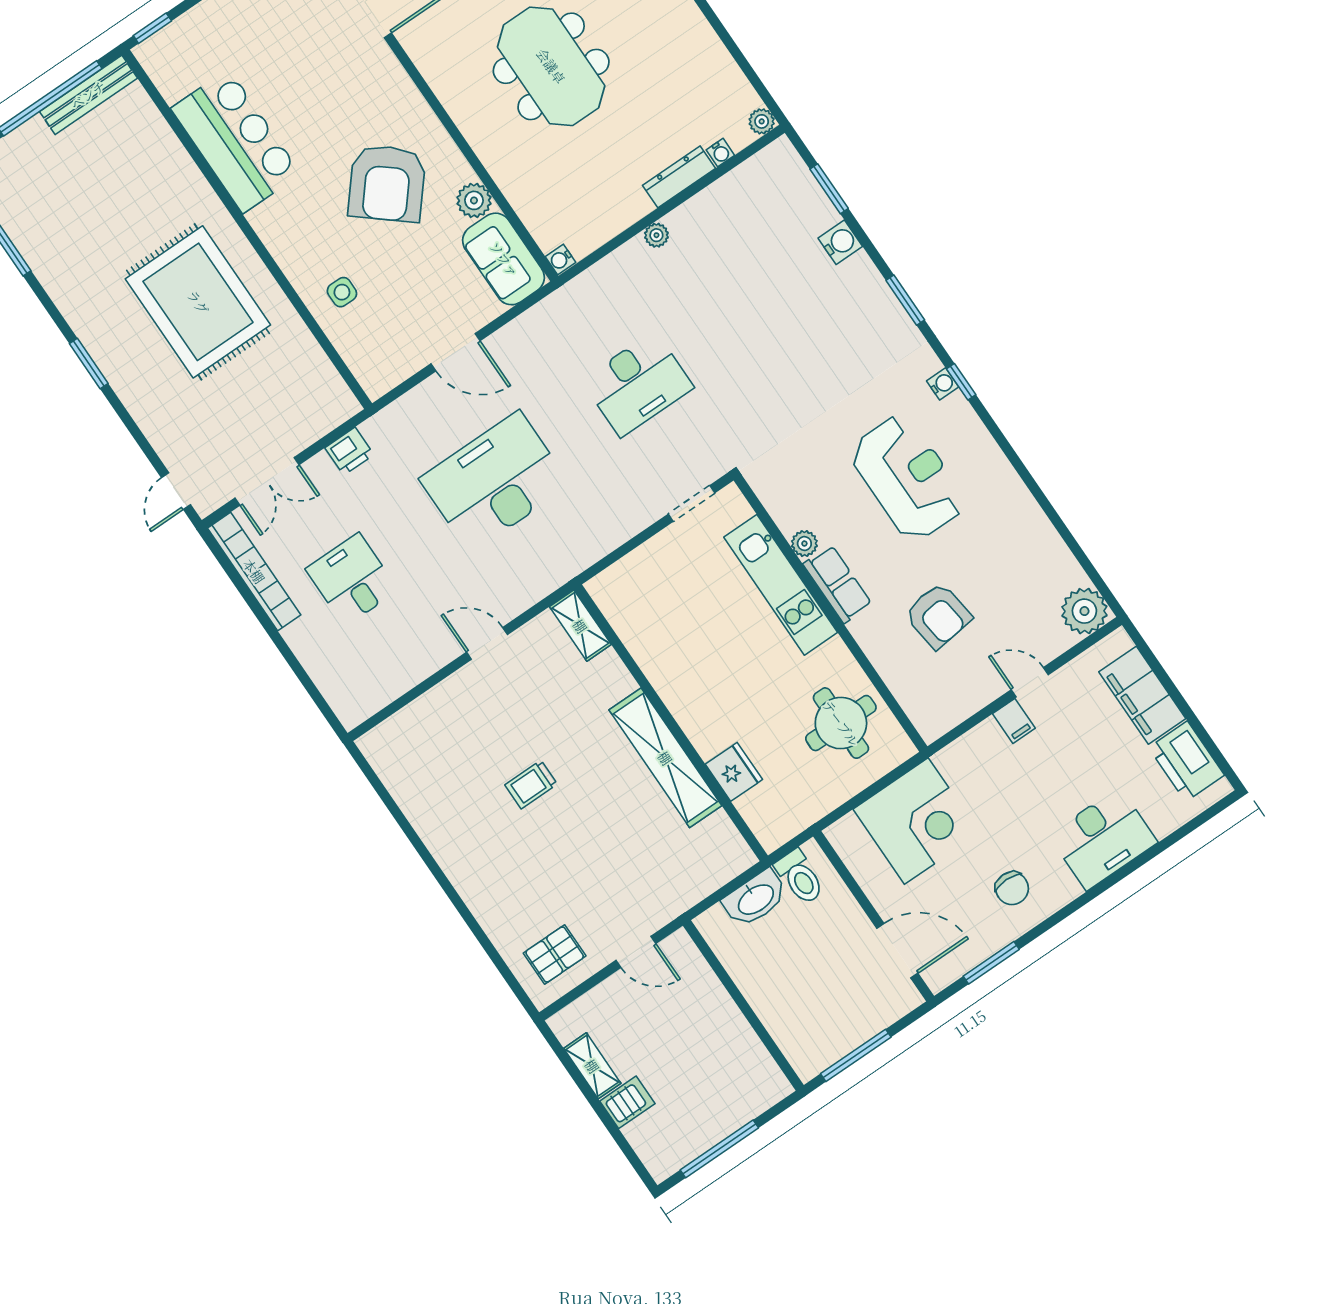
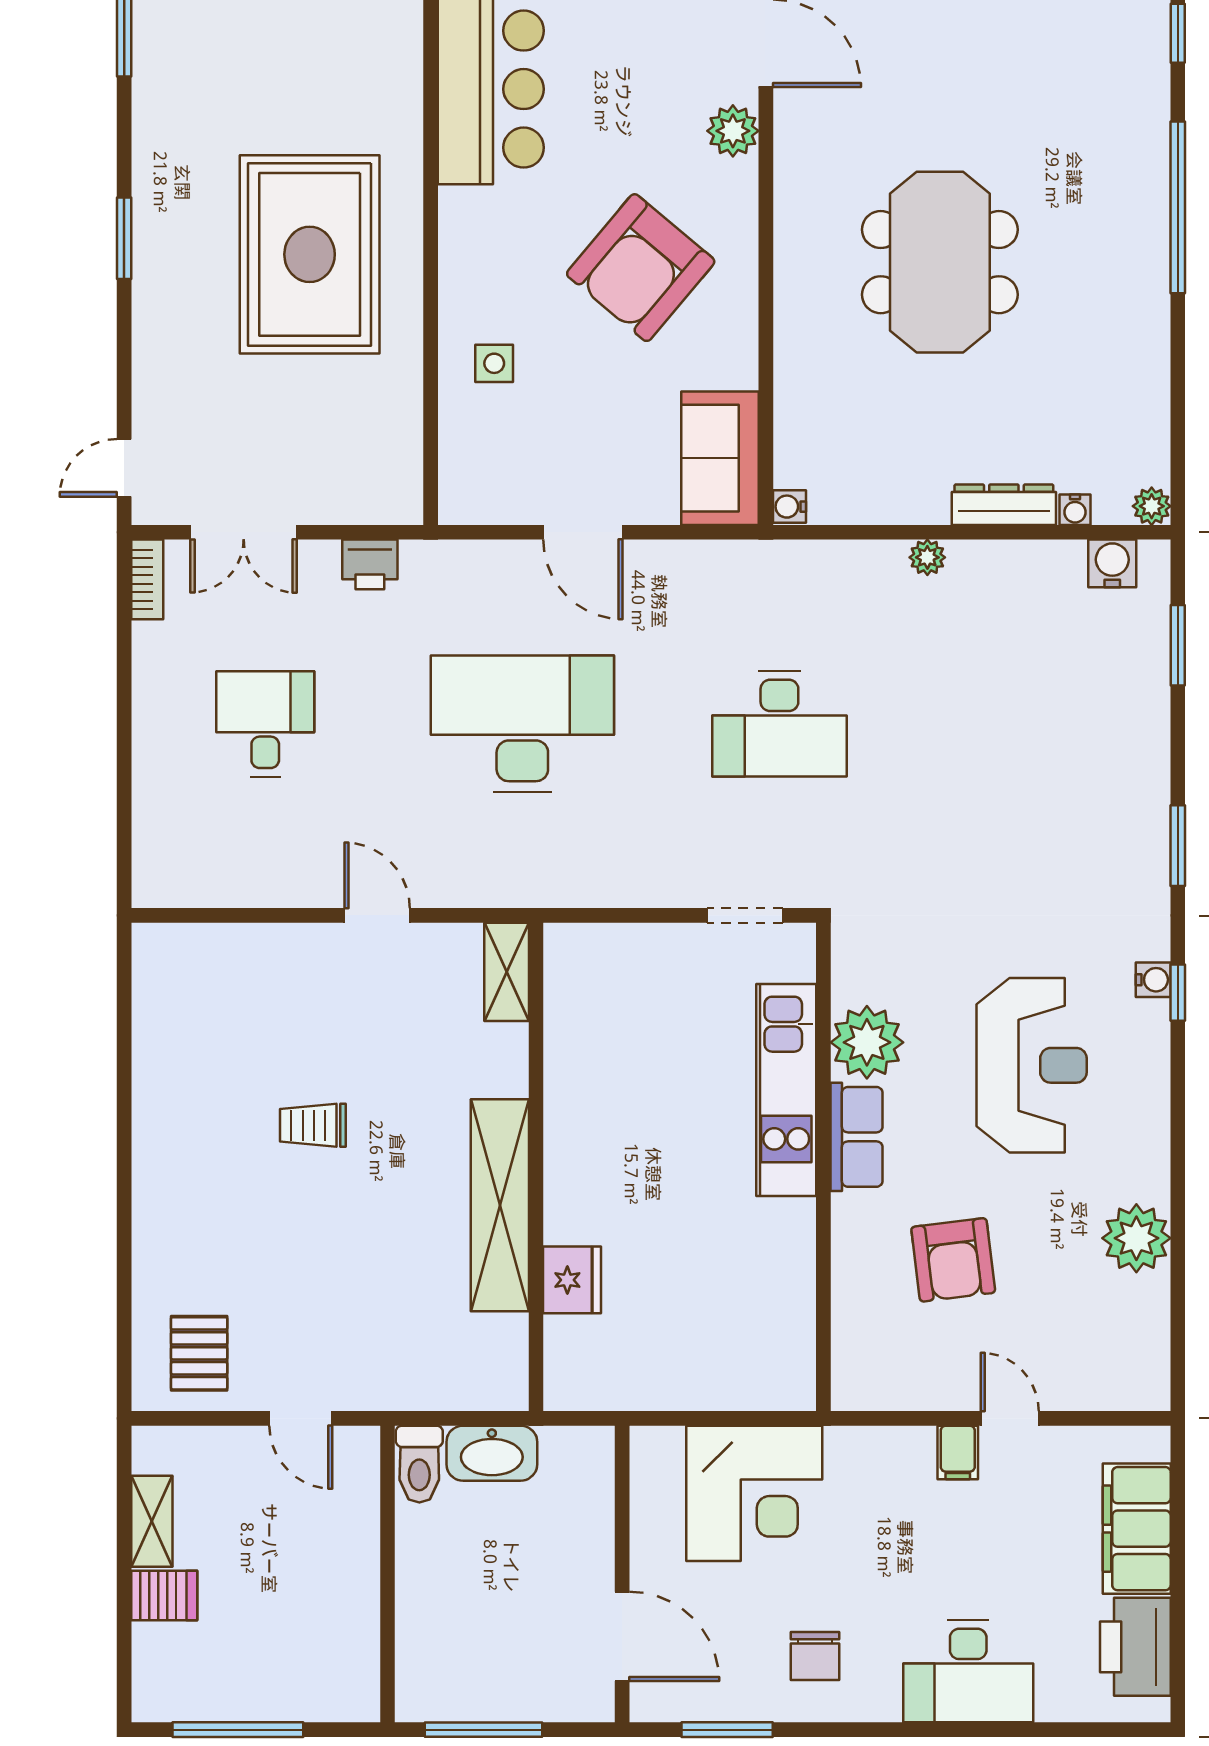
plant: (474, 200) -> (733, 131), moved
water cooler: (840, 242) -> (1112, 563), moved, turned -90
plant: (804, 544) -> (867, 1042), width x1.88, depth x1.88
bookcase: (254, 571) -> (147, 579), width x0.43, depth x0.76
plant: (1084, 611) -> (1136, 1238), moved
round table: (841, 723) -> (744, 1310), removed
toilet: (800, 877) -> (419, 1464), moved
pallet: (555, 955) -> (199, 1353), turned 90

